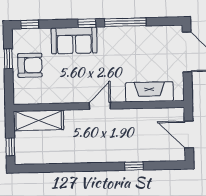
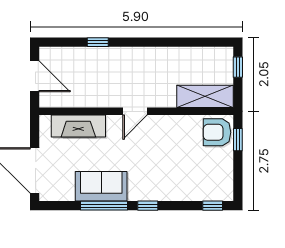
sofa: (74, 40) -> (101, 186), moved
window: (8, 59) -> (238, 140), moved
armchair: (30, 65) -> (217, 132), moved

